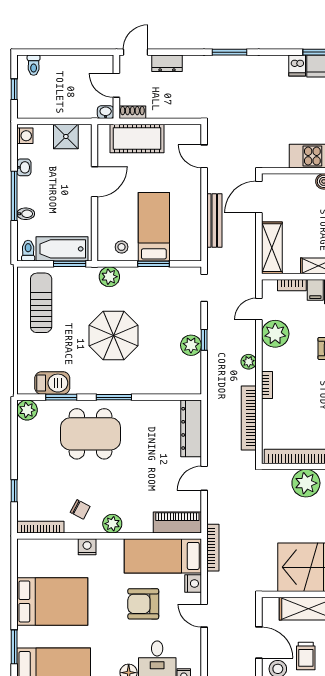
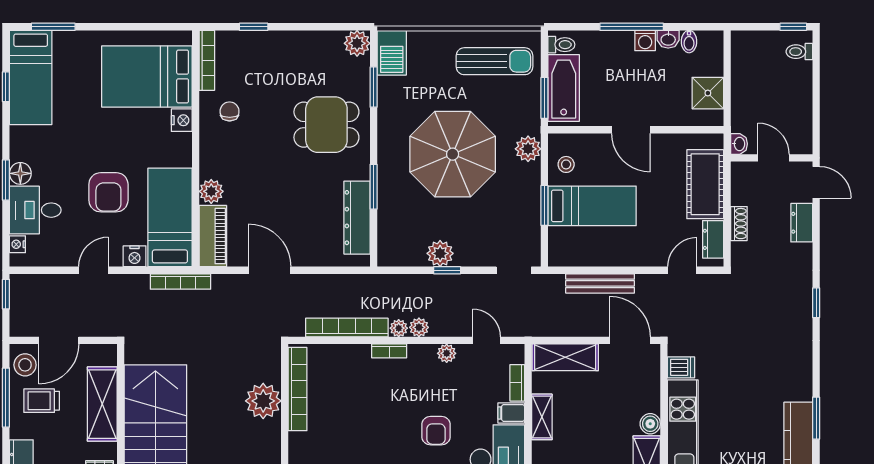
window: (229, 52) -> (816, 303), width x0.67
dishwasher: (297, 65) -> (681, 367), moved, turned 180
door: (116, 85) -> (774, 158), hinge flipped
window: (14, 89) -> (793, 27), moved
shoe rack: (132, 112) -> (739, 224), moved
dresser: (180, 132) -> (713, 239), added
washing machine: (25, 136) -> (645, 40), moved
door: (95, 182) -> (631, 130), moved
bidet: (26, 214) -> (689, 42), moved
plant: (275, 334) -> (447, 353), width x0.53, depth x0.53
parasol: (113, 336) -> (453, 154), width x1.36, depth x1.36
plant: (249, 377) -> (399, 328), added
barbecue: (52, 383) -> (392, 53), moved
window: (114, 397) -> (374, 187), moved
dresser: (191, 428) -> (357, 218), moved, turned -90
dining table: (90, 434) -> (326, 125), width x0.73
door: (204, 478) -> (270, 270), width x1.38
chair: (80, 509) -> (230, 111), turned 152
plant: (112, 524) -> (211, 191), moved
bed: (52, 601) -> (147, 76), moved, turned 90
armchair: (143, 604) -> (108, 192), turned 180

